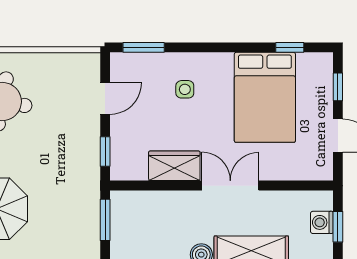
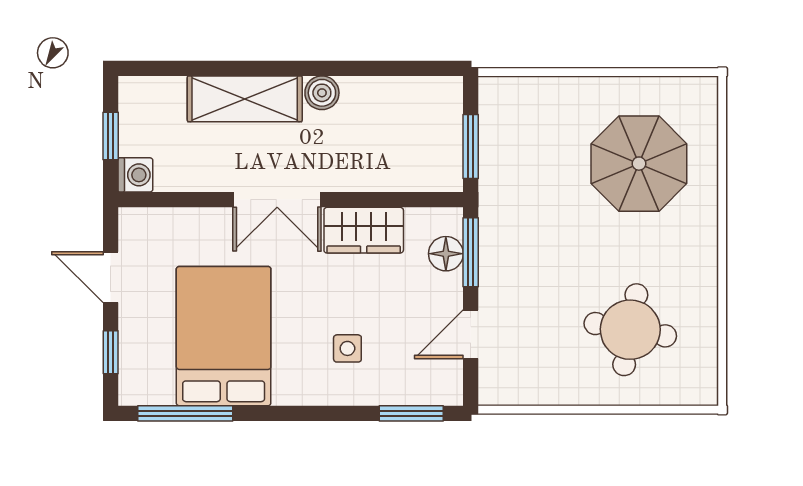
window: (290, 47) -> (185, 413), width x2.17
floor lamp: (121, 151) -> (446, 254), added
window: (105, 152) -> (471, 252), width x1.50
washing machine: (322, 222) -> (135, 175), moved

